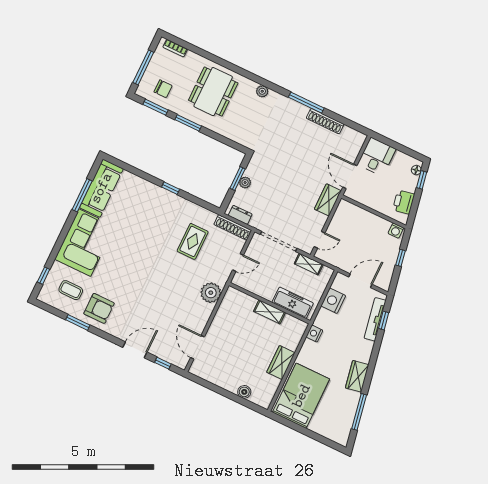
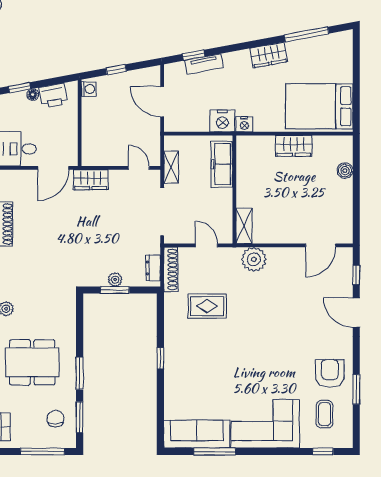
floor lamp: (416, 170) -> (33, 95), moved
nightstand: (333, 301) -> (222, 121), moved
shelving: (269, 312) -> (244, 226), moved
tv unit: (375, 319) -> (204, 64), width x0.71

